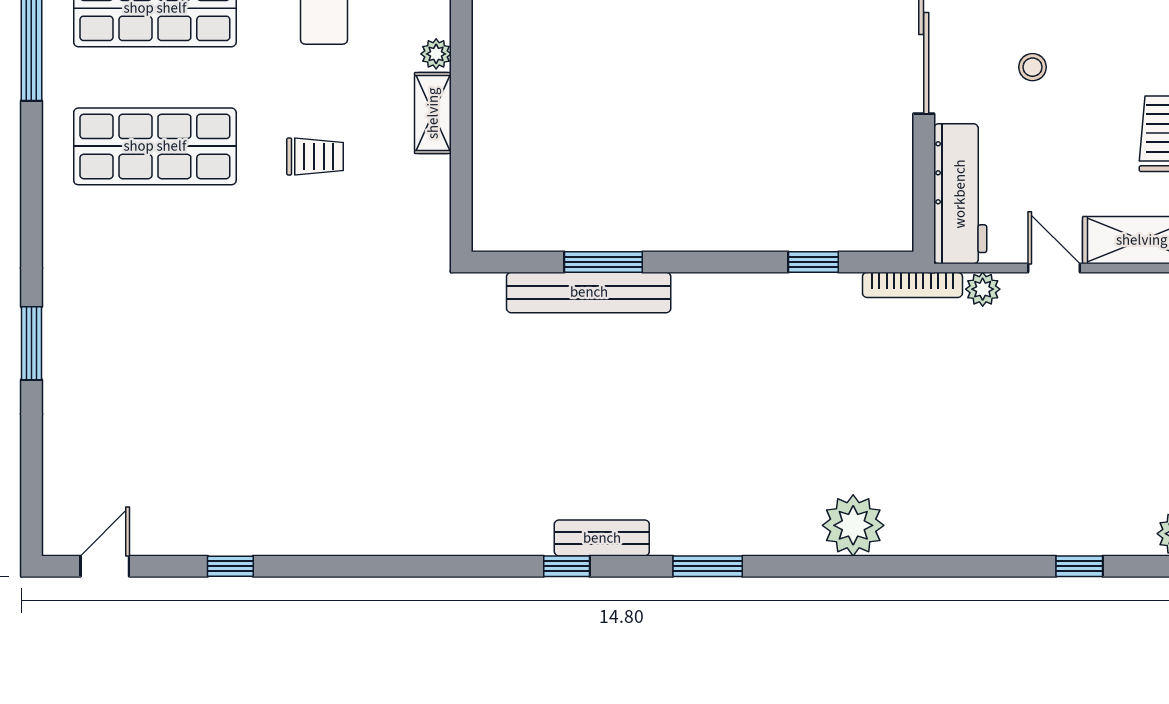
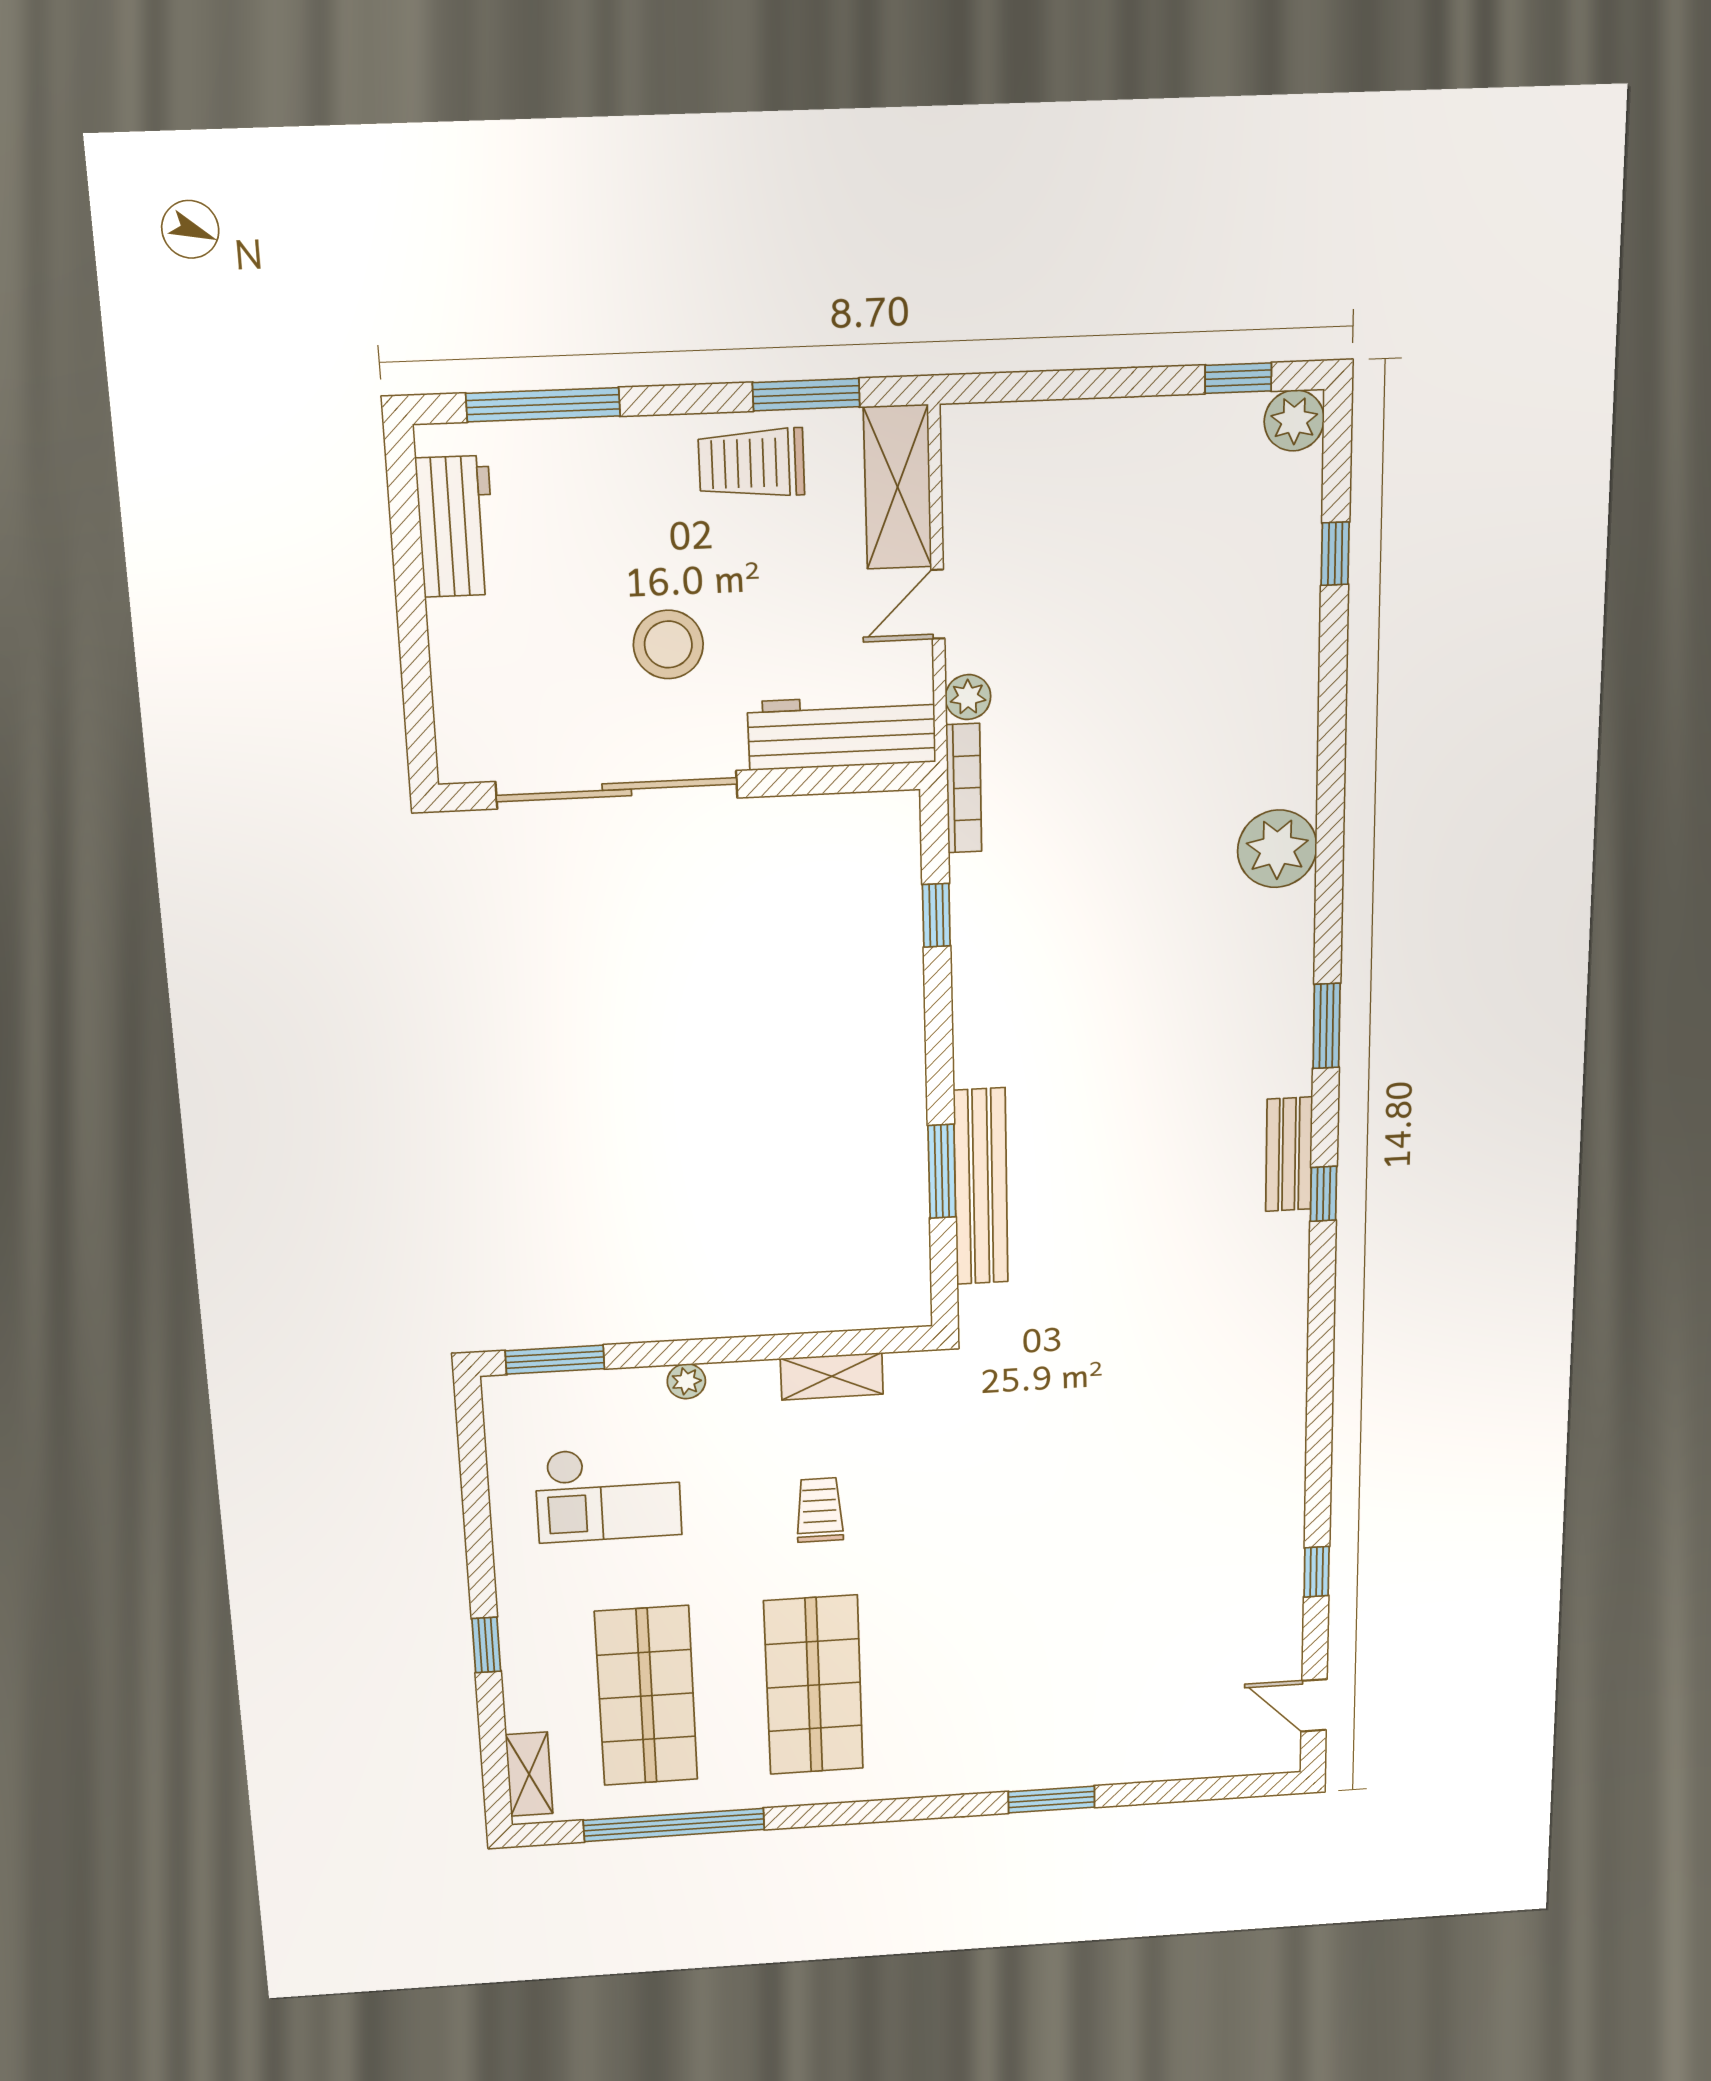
stool: (1032, 67) -> (668, 644), width x1.89, depth x1.89
shelving: (433, 113) -> (832, 1376), moved

